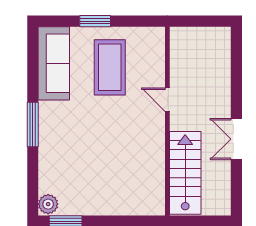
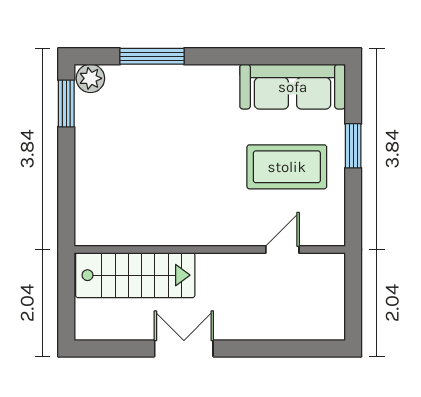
door: (167, 100) -> (282, 250), moved
window: (33, 125) -> (152, 56), moved

